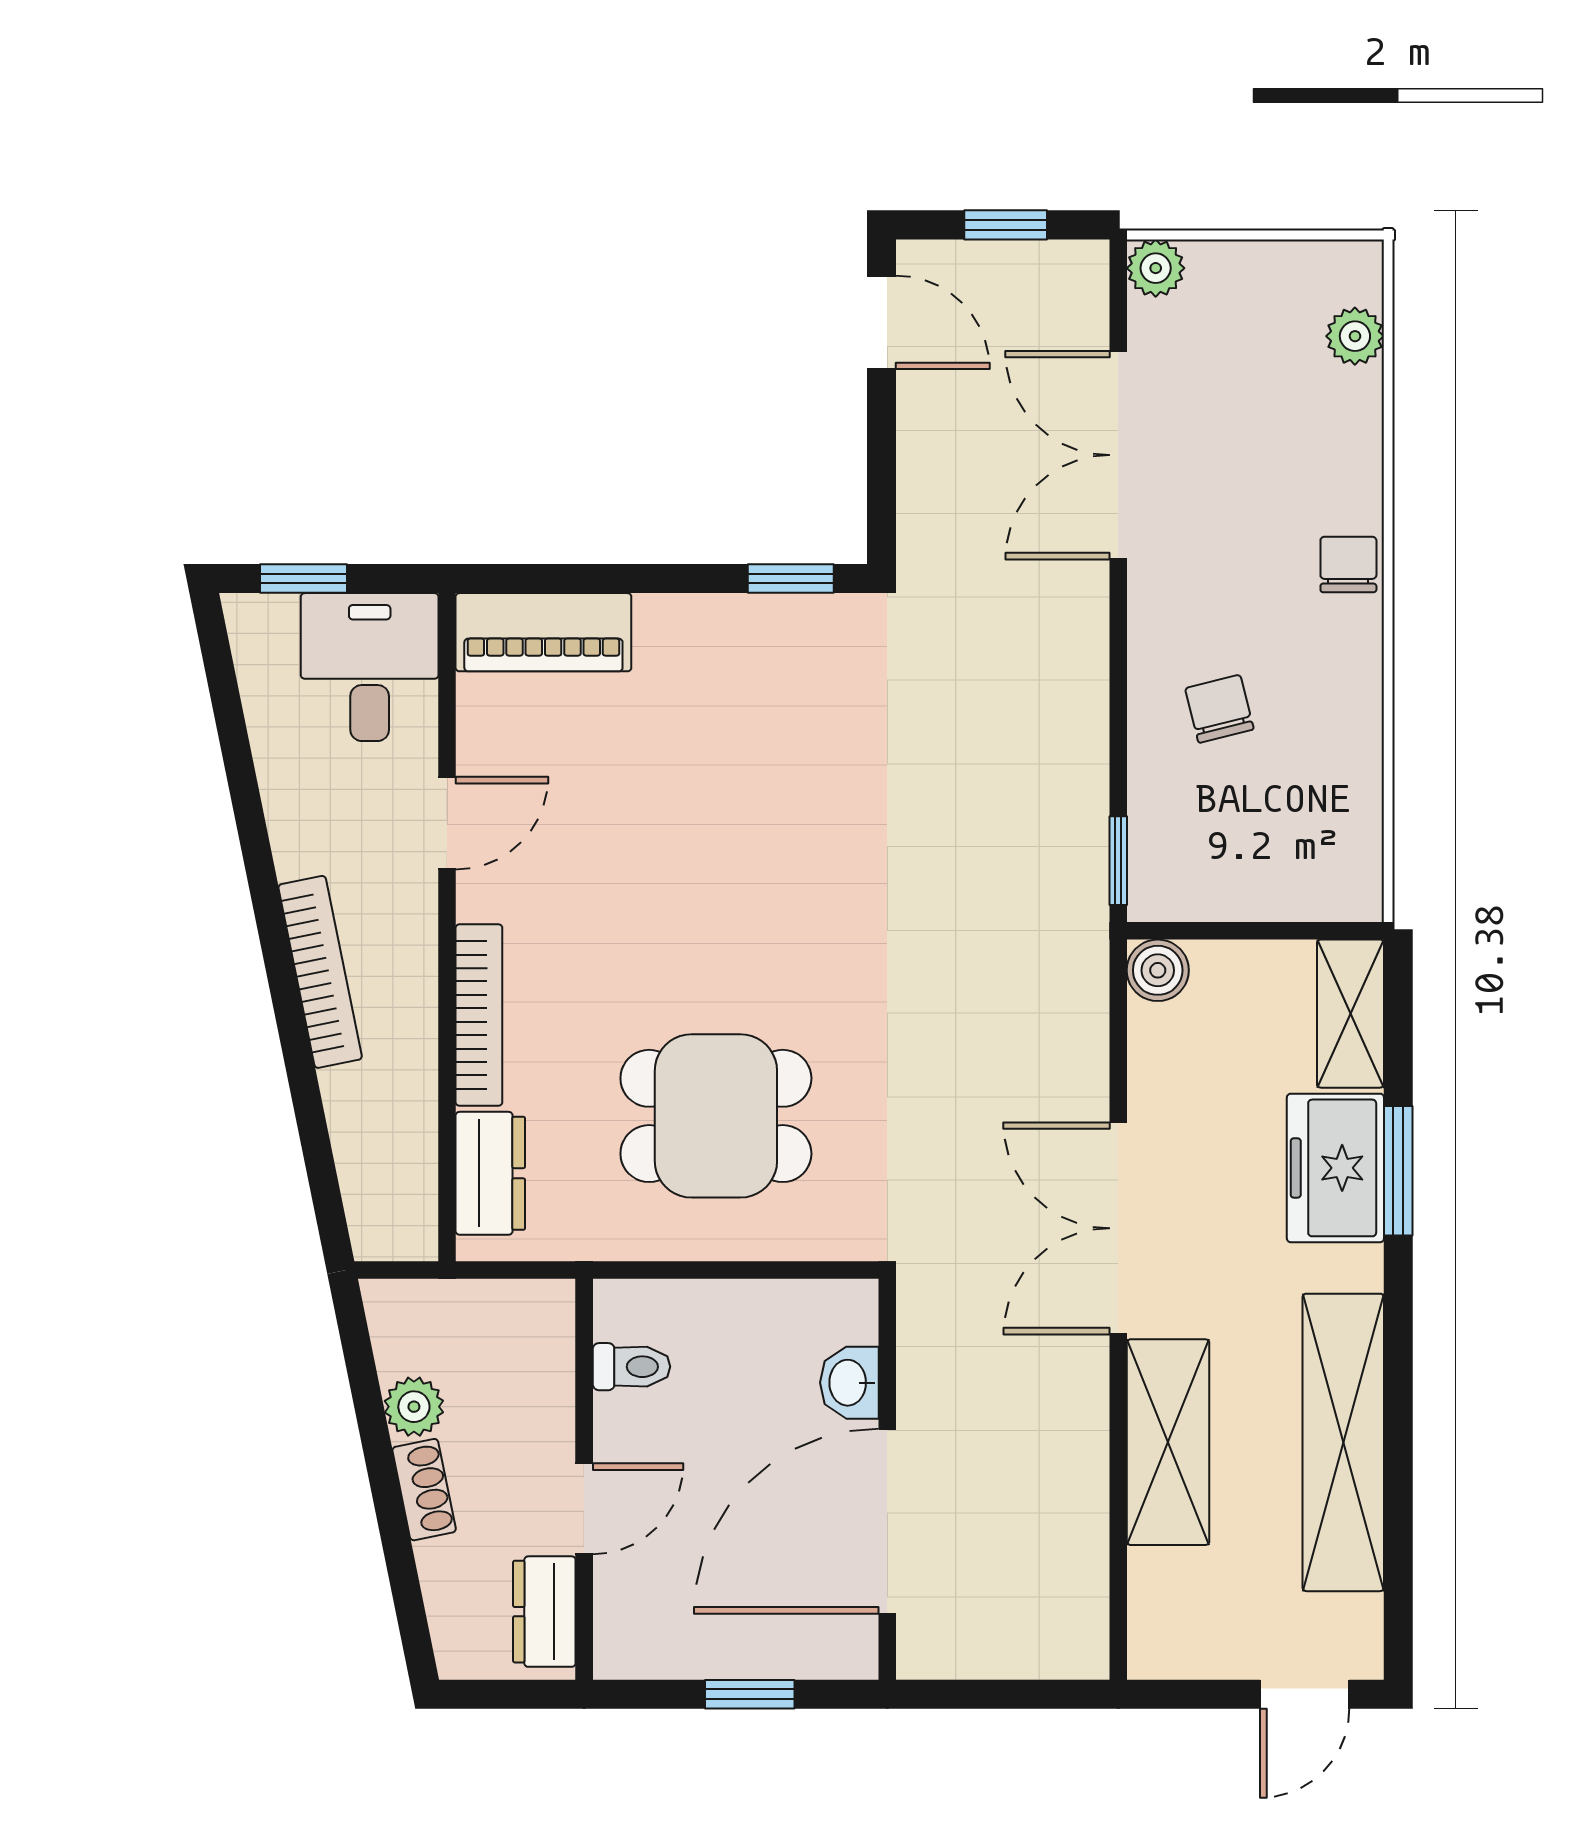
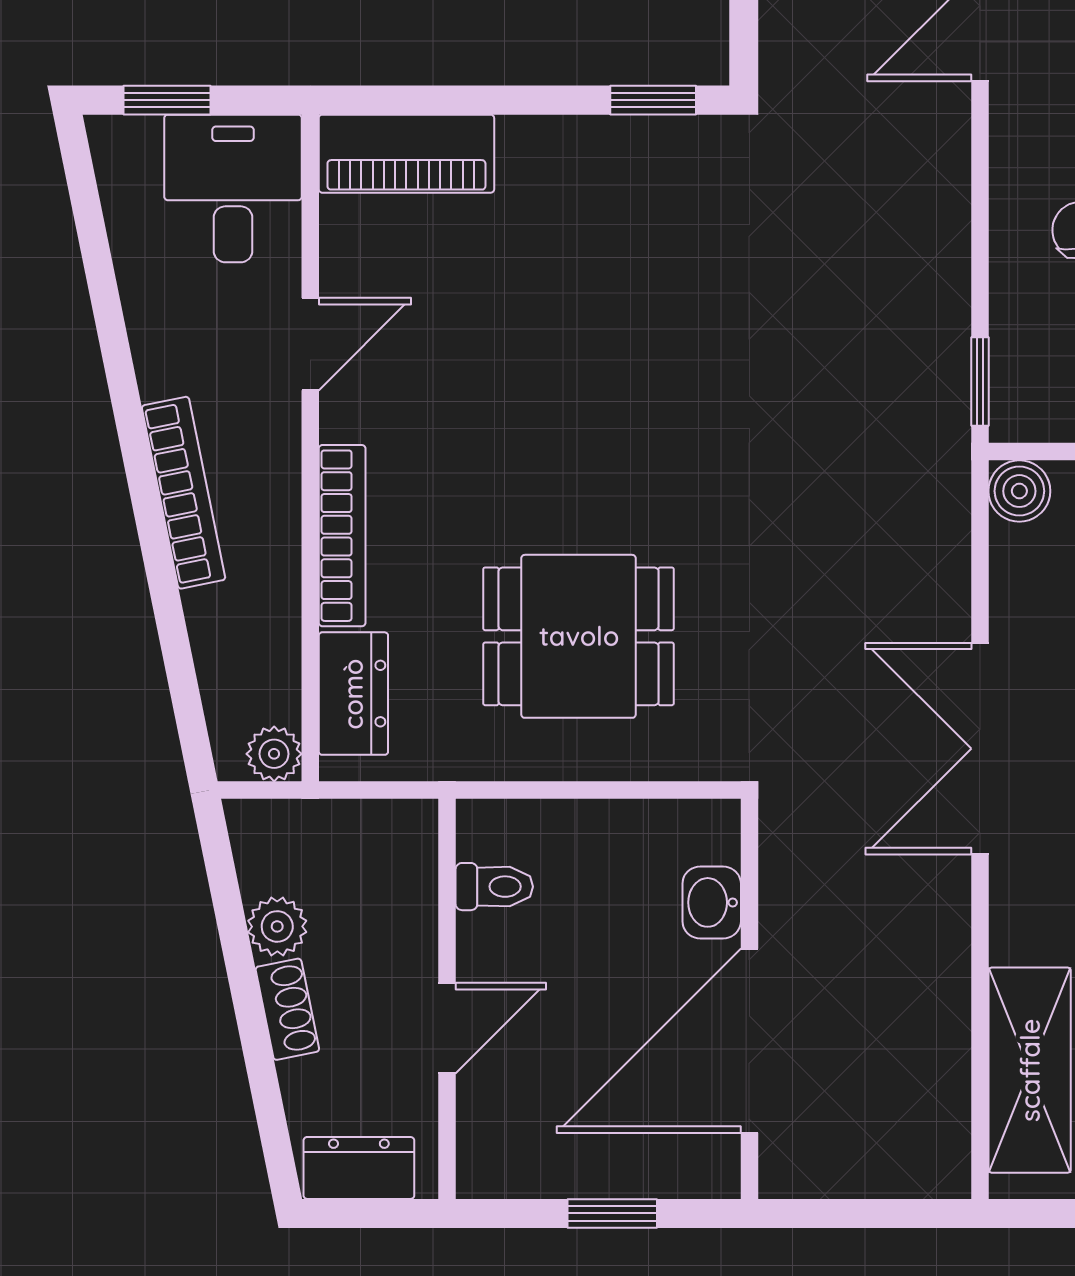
plant: (411, 1234) -> (274, 754), added
shelving: (1168, 1442) -> (1030, 1070), moved
dresser: (544, 1612) -> (359, 1168), moved, turned 90

